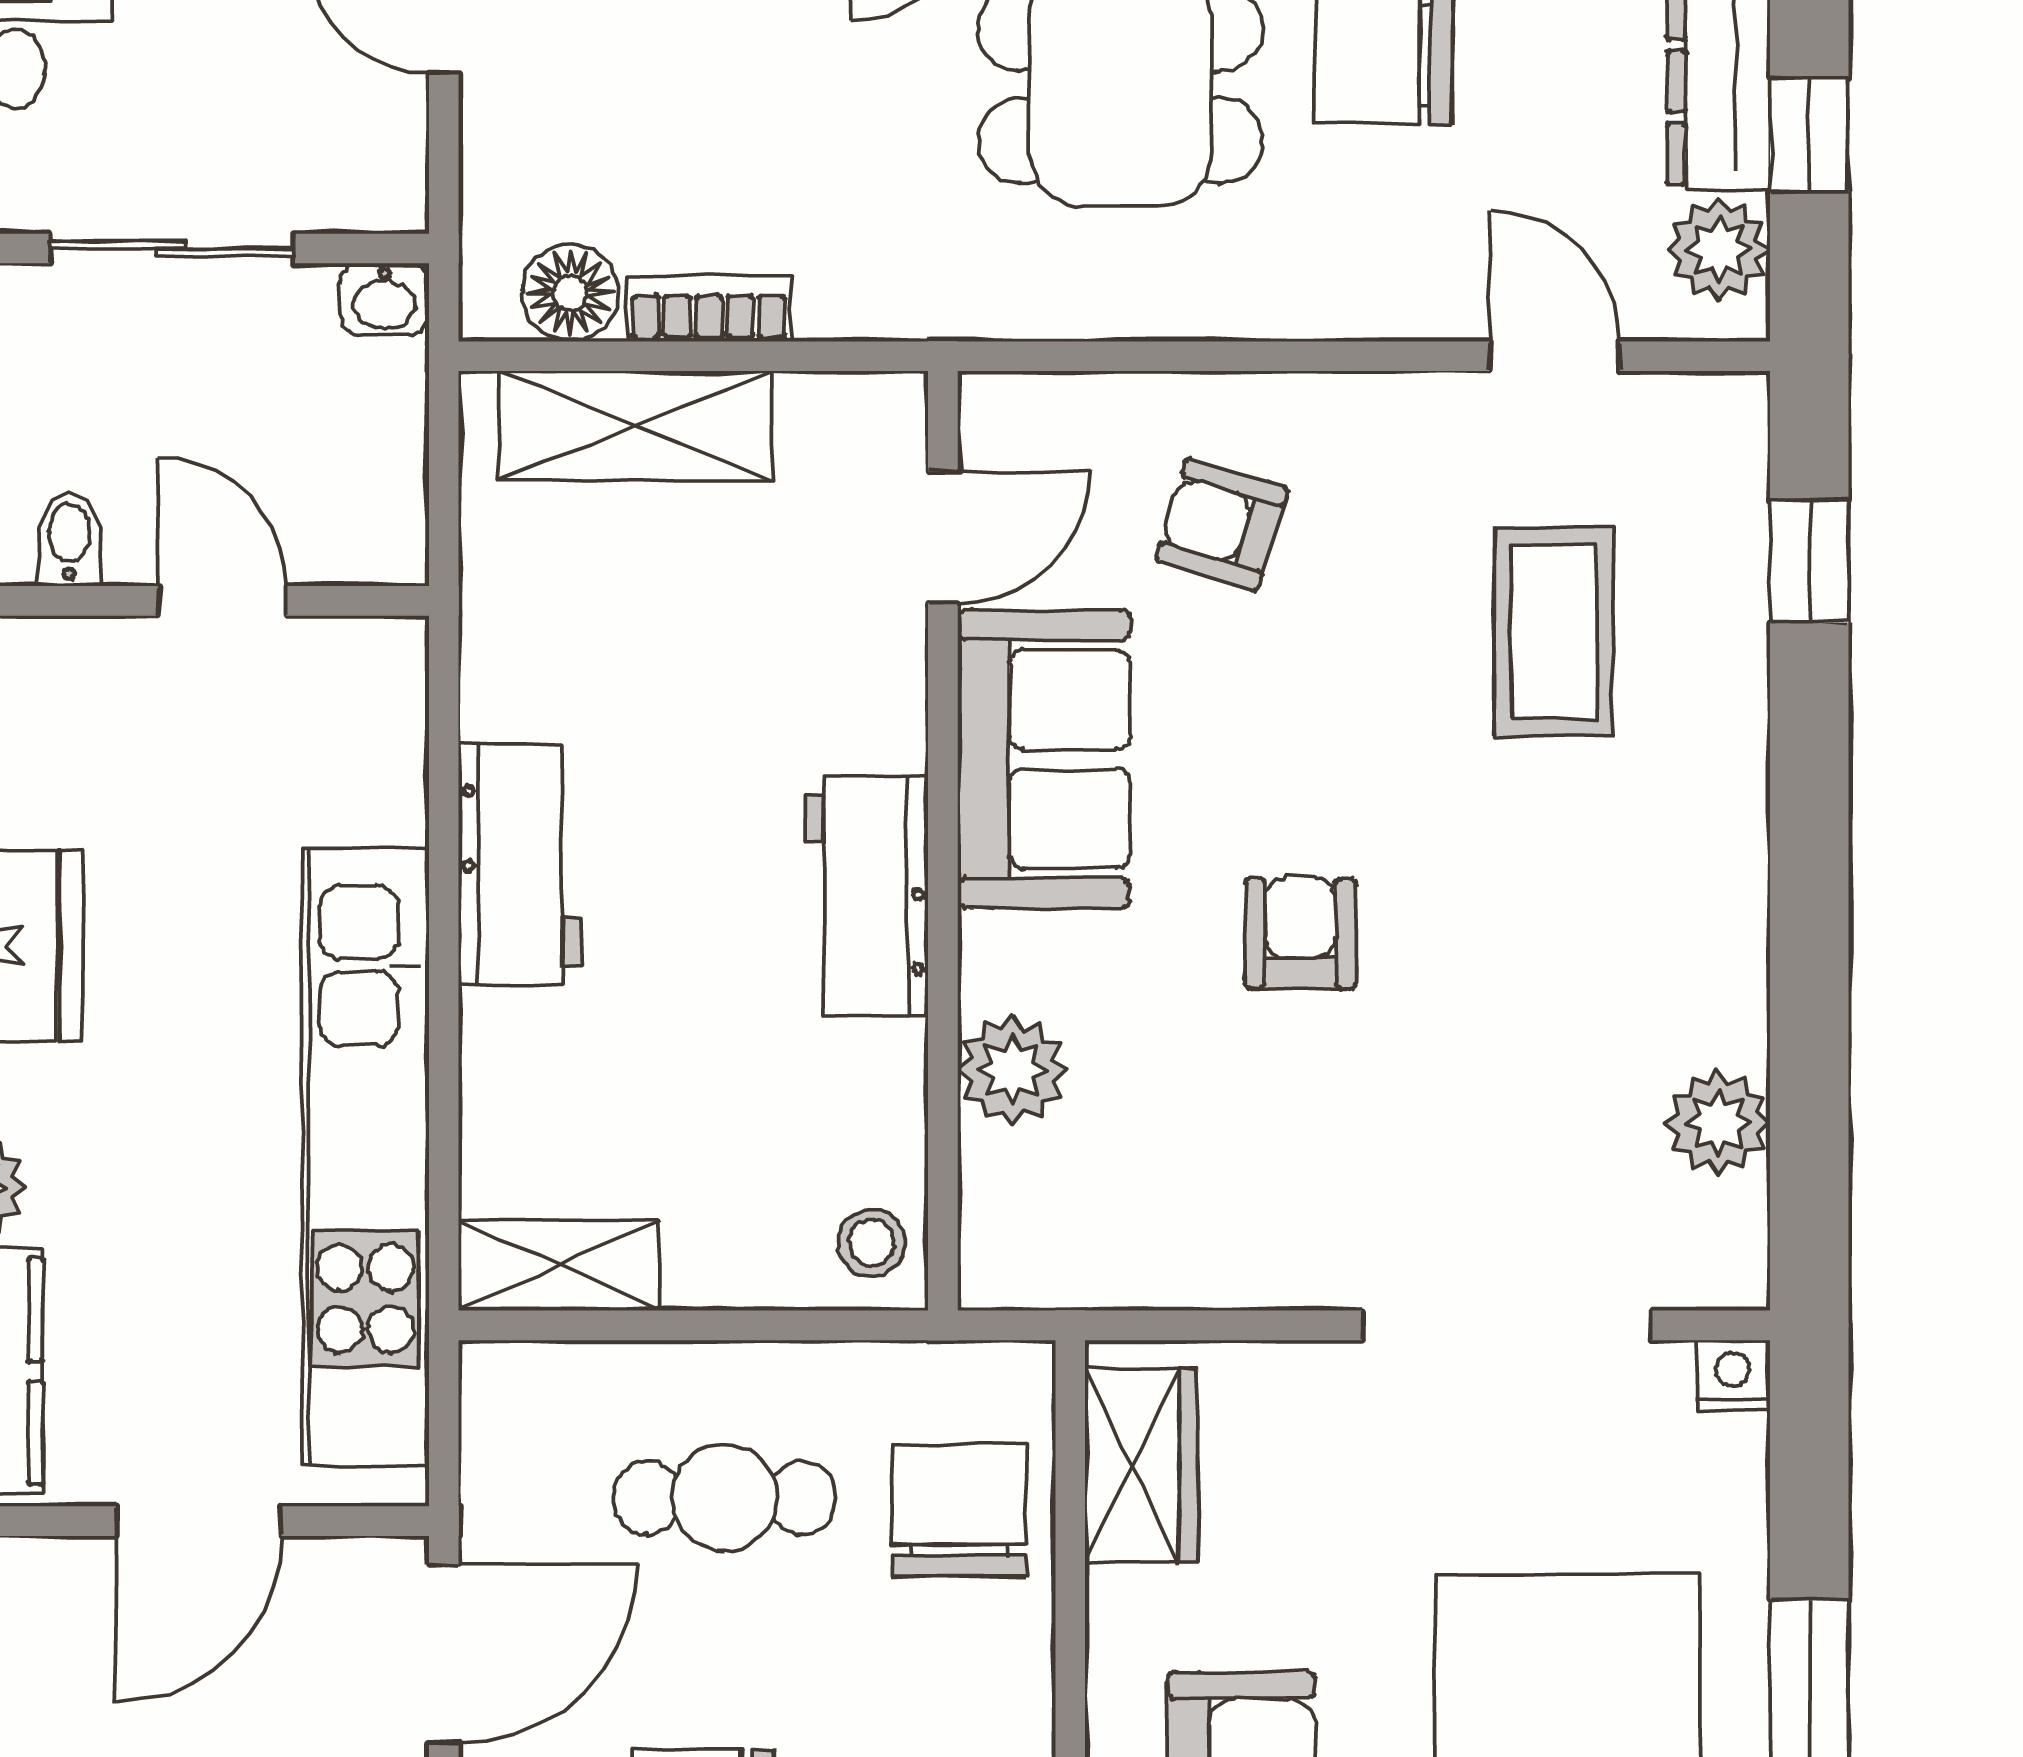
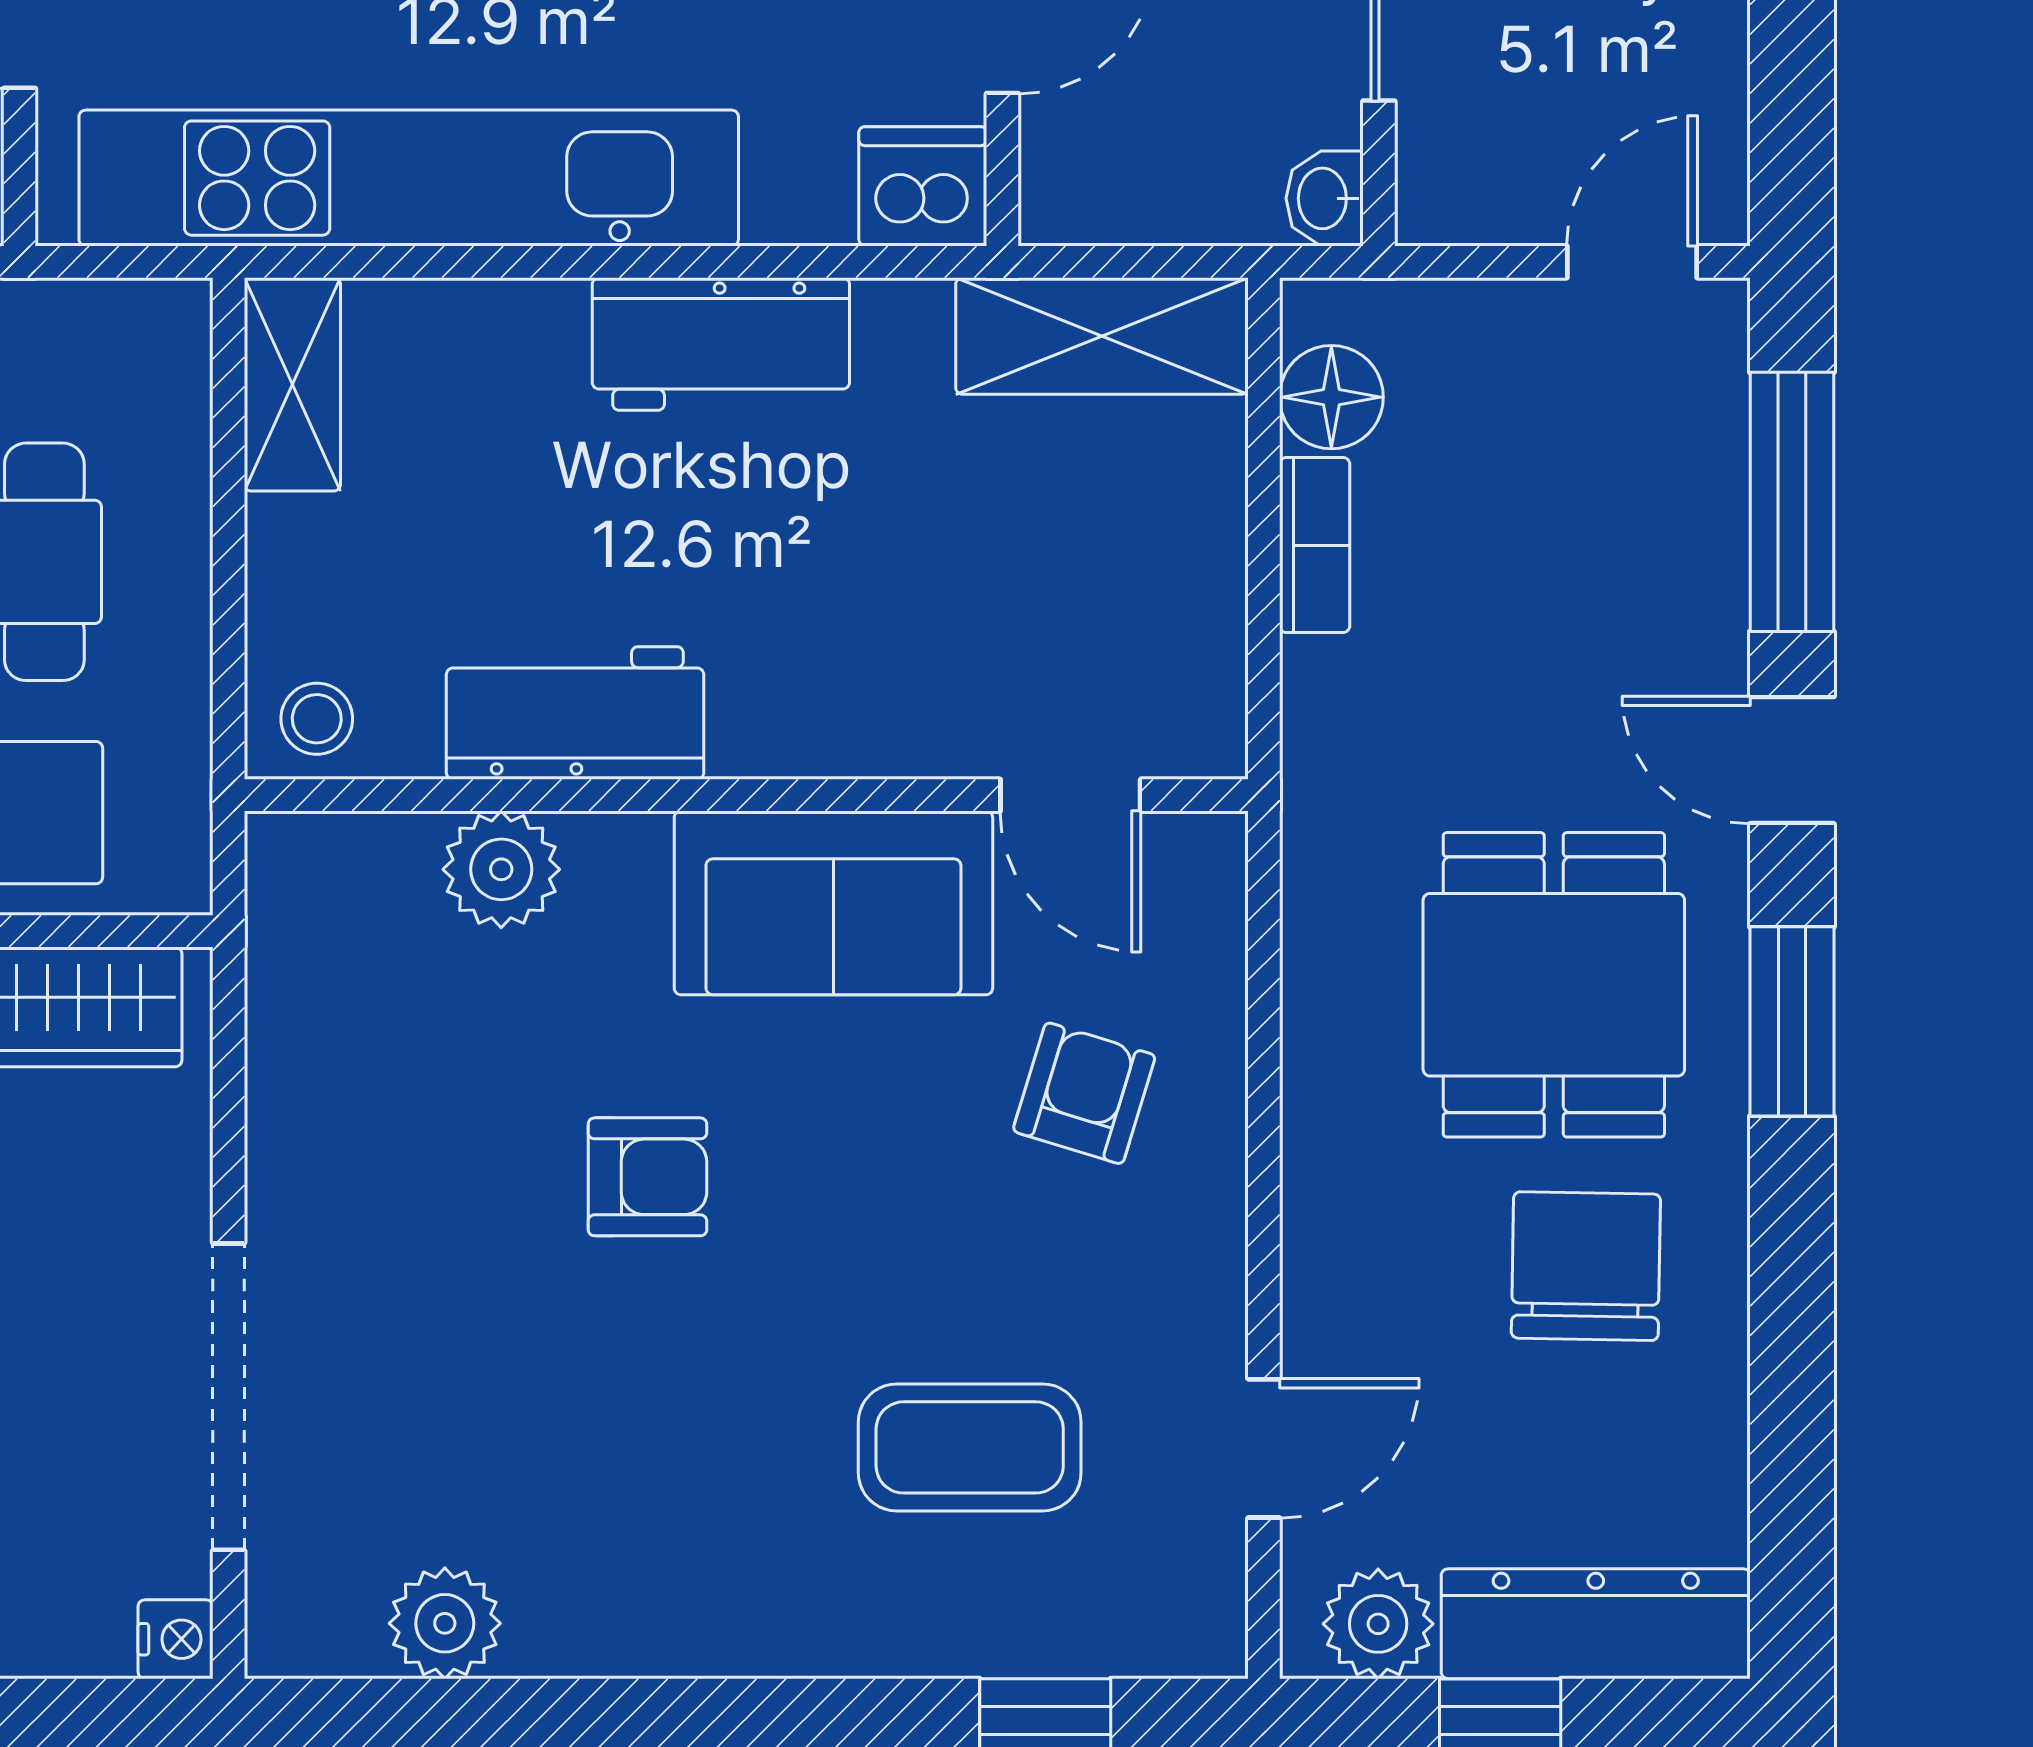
shelving: (635, 426) -> (1102, 336), moved, turned 90
dishwasher: (373, 675) -> (923, 186), added
workbench: (866, 896) -> (575, 713), moved

